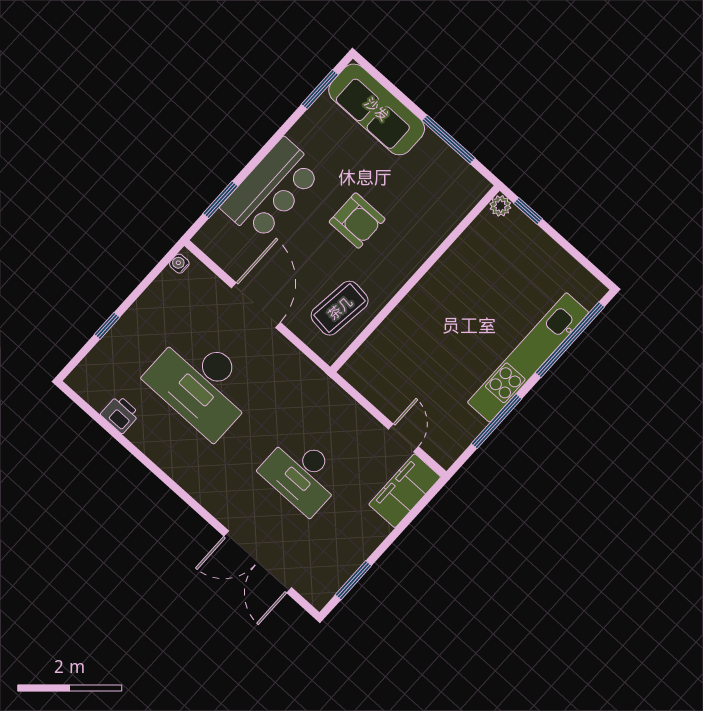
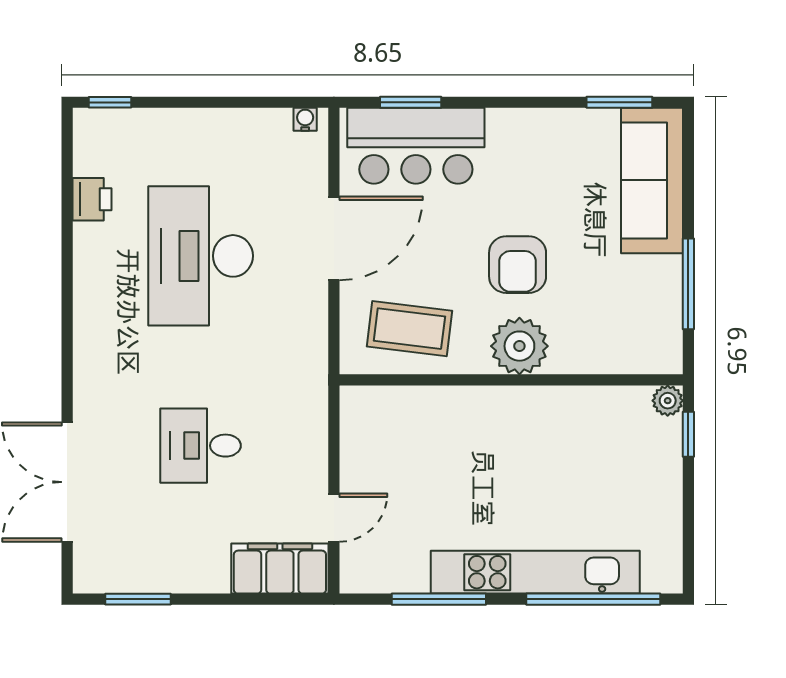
bar counter: (271, 190) -> (416, 146), moved
plant: (401, 258) -> (519, 346), added
window: (107, 326) -> (110, 102), moved
desk: (302, 474) -> (201, 446), width x0.73

